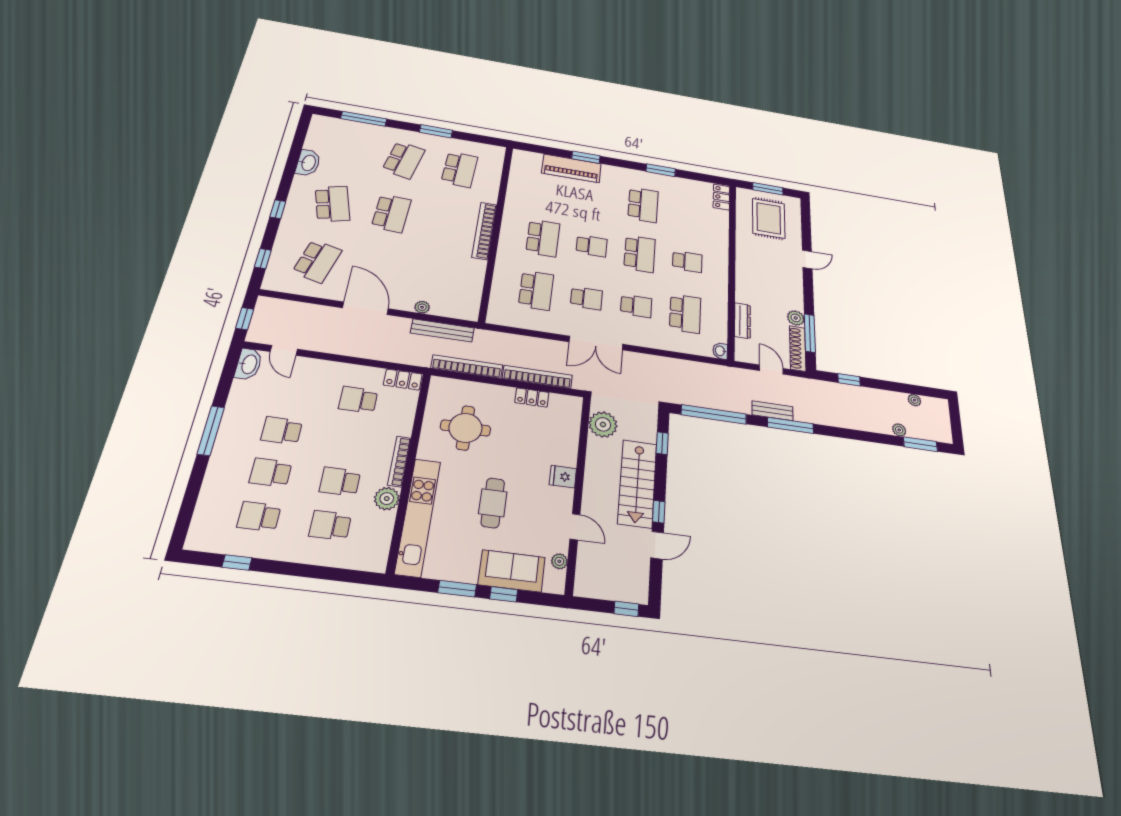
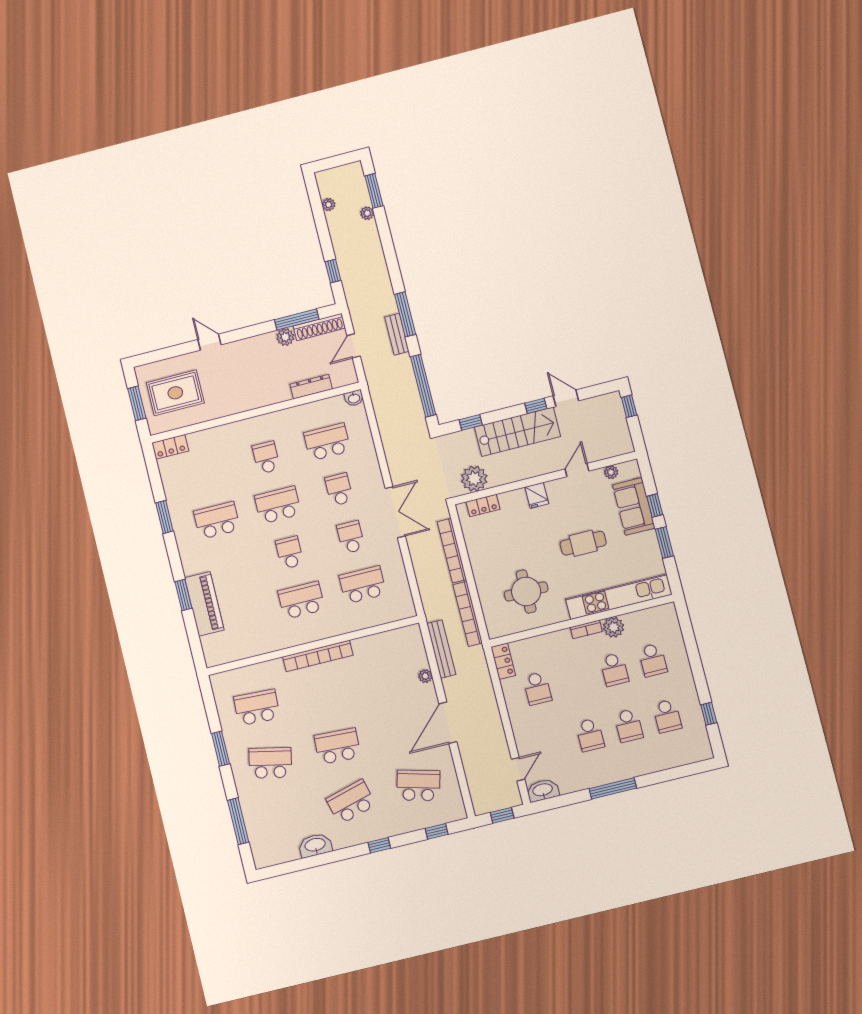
locker: (532, 397) -> (483, 505), moved, turned 90
bookcase: (399, 461) -> (586, 629), width x0.64

